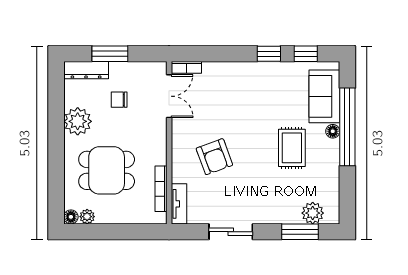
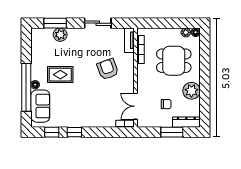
rug: (292, 148) -> (60, 75), turned 90
plant: (313, 213) -> (60, 35), moved

